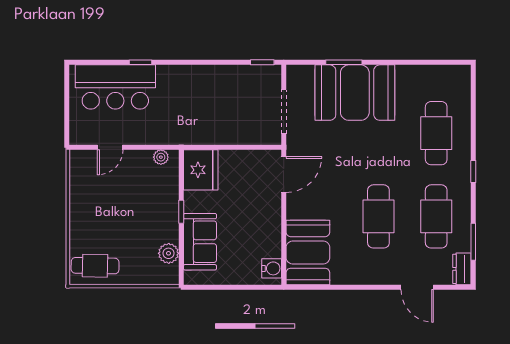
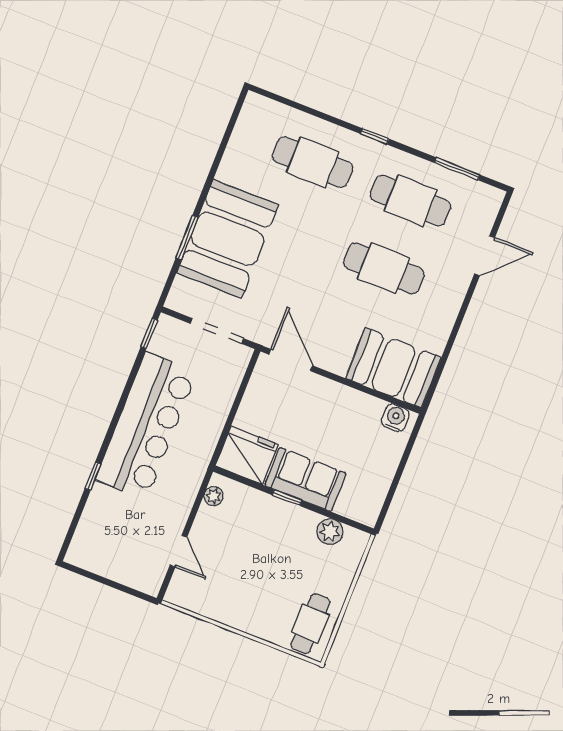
bar counter: (115, 87) -> (146, 426), moved, width x1.36
sofa: (200, 242) -> (305, 479), moved
dresser: (462, 269) -> (484, 195), removed

